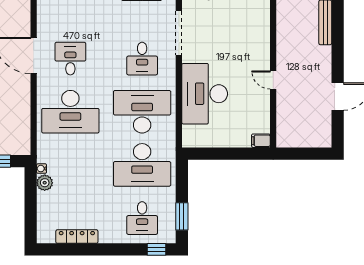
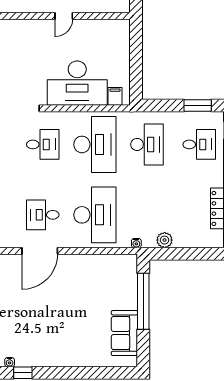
desk: (142, 112) -> (95, 144), turned 180
filing cabinet: (261, 141) -> (115, 96), moved, turned 180
desk: (142, 165) -> (147, 144), width x0.73, depth x0.77
water cooler: (42, 169) -> (136, 243), moved

